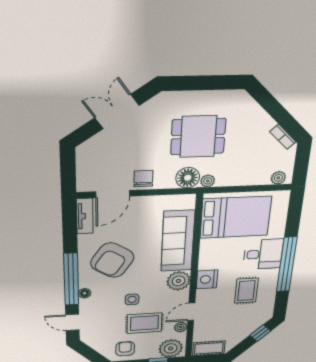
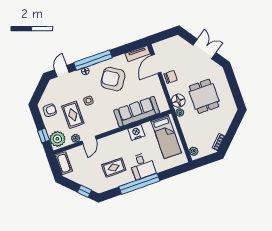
door: (113, 194) -> (156, 64), hinge flipped
bed: (236, 217) -> (166, 137), width x0.67
nightstand: (207, 279) -> (136, 132), moved
plant: (179, 281) -> (109, 123), removed
door: (191, 312) -> (89, 140), swing flipped

